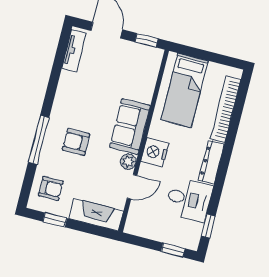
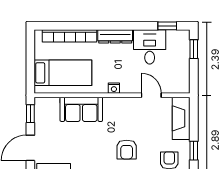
sofa: (130, 127) -> (81, 109), moved
nightstand: (155, 152) -> (114, 88), width x0.53, depth x0.56
plant: (128, 162) -> (132, 103), removed

